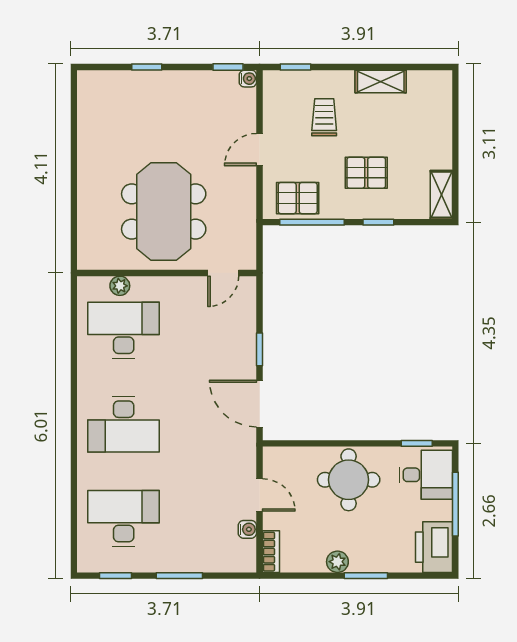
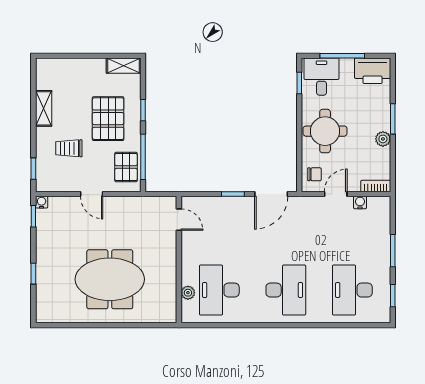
pallet: (366, 173) -> (108, 119), width x1.50, depth x1.42
meeting table: (164, 211) -> (110, 279), moved
chair: (287, 465) -> (314, 174), added

